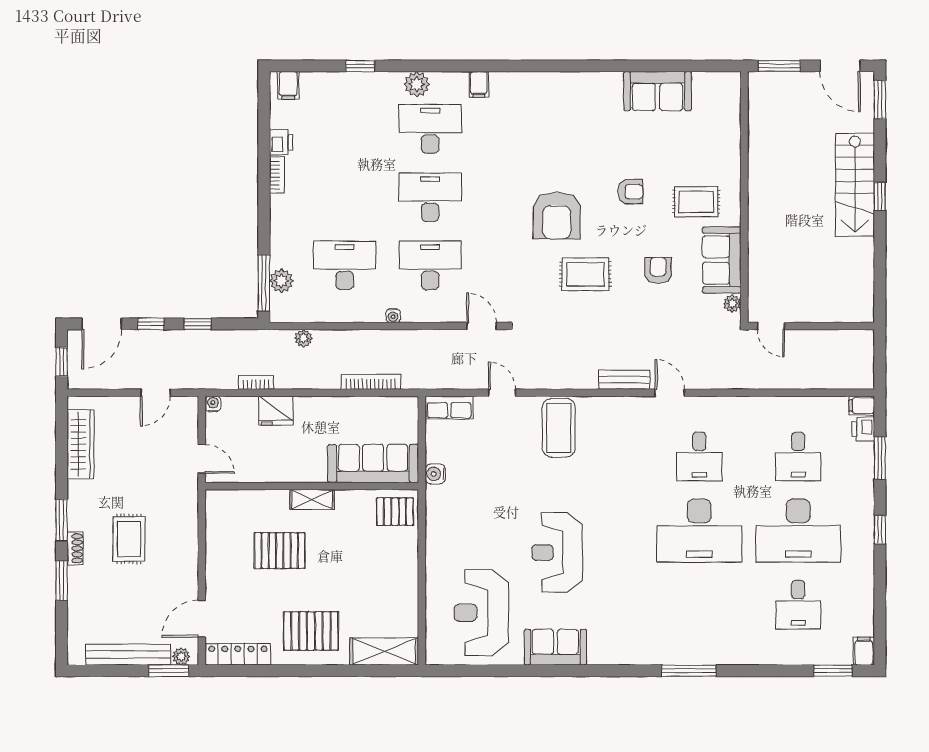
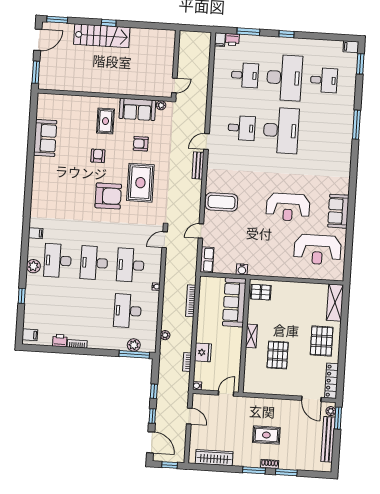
rug: (585, 274) -> (140, 183), width x1.36, depth x1.43
pallet: (395, 512) -> (261, 292), turned 90
window: (689, 671) -> (356, 125), moved

